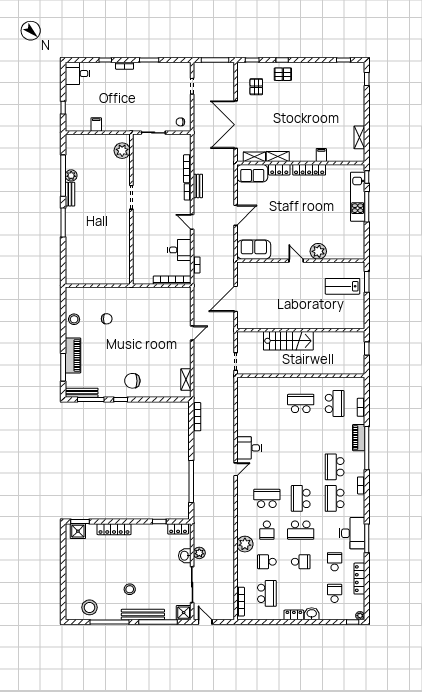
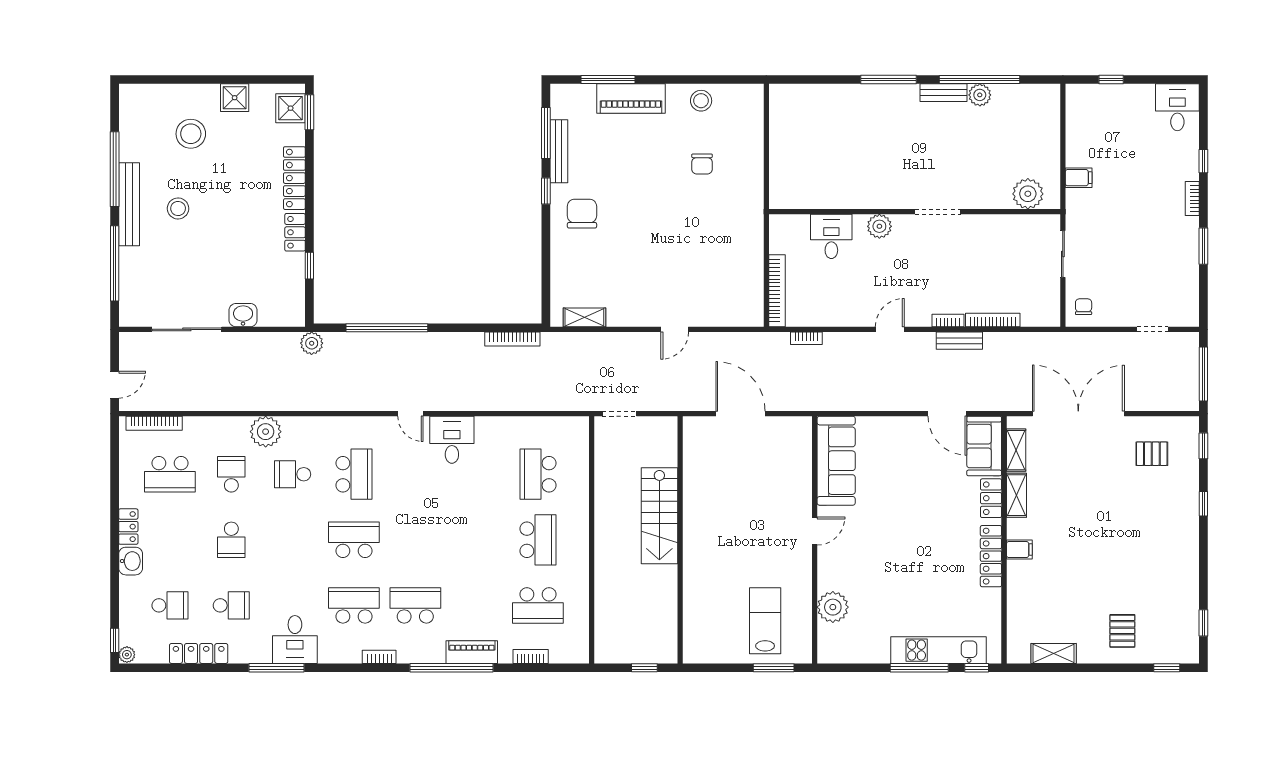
pallet: (283, 74) -> (1122, 631), moved
filing cabinet: (96, 124) -> (1079, 178), moved
filing cabinet: (321, 155) -> (1019, 550), moved
door: (236, 215) -> (947, 414), moved
plant: (139, 227) -> (879, 226), added
desk: (179, 250) -> (831, 236), moved, turned 180
sofa: (254, 250) -> (836, 461), width x1.36
plant: (318, 251) -> (833, 607), moved
door: (192, 333) -> (675, 329), hinge flipped
bench: (82, 393) -> (559, 151), moved
locker: (178, 529) -> (295, 232), moved
school desk: (301, 530) -> (538, 474), moved
desk: (352, 533) -> (295, 639), width x0.73
plant: (199, 553) -> (312, 343), moved
stool: (89, 607) -> (191, 134), moved
shower: (184, 613) -> (235, 98), moved
bench: (143, 614) -> (129, 204), moved
door: (205, 622) -> (115, 385), moved

